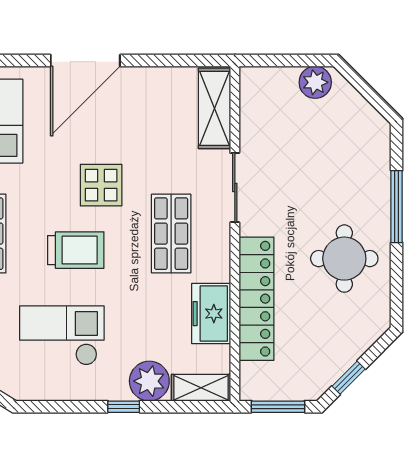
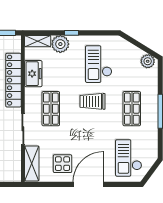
display table: (101, 185) -> (62, 164), moved
checkout: (62, 335) -> (99, 64), turned 90

